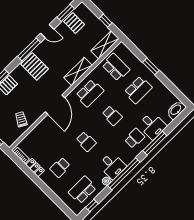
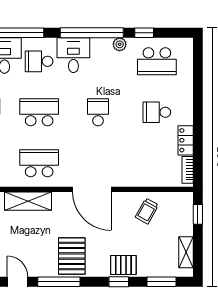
door: (55, 105) -> (92, 189), swing flipped
school desk: (112, 116) -> (39, 112), width x1.85
desk: (112, 166) -> (73, 55), moved
school desk: (60, 167) -> (157, 112), turned 180
window: (92, 205) -> (144, 33), moved

